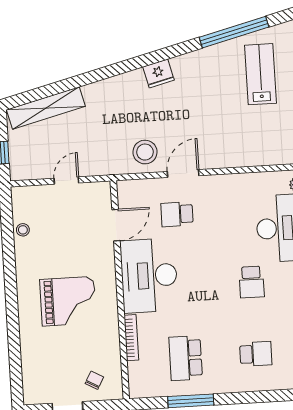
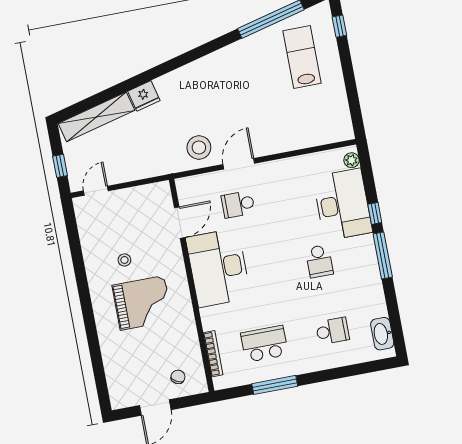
fridge: (158, 73) -> (144, 96), moved
door: (66, 181) -> (96, 191), moved
stool: (23, 230) -> (124, 260), moved
bookcase: (131, 338) -> (213, 354), moved
school desk: (186, 358) -> (264, 344), turned 90

